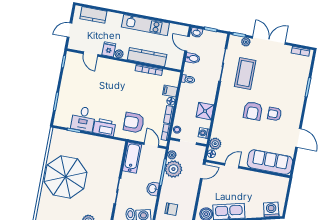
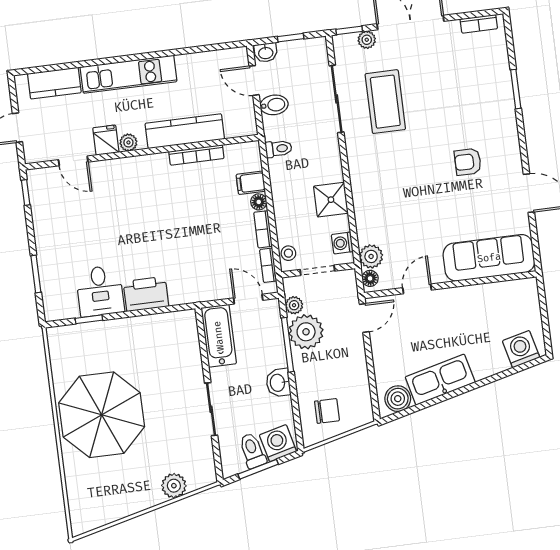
kitchen unit: (145, 25) -> (129, 74), moved
armchair: (253, 111) -> (424, 169), removed
armchair: (134, 123) -> (200, 267), removed

